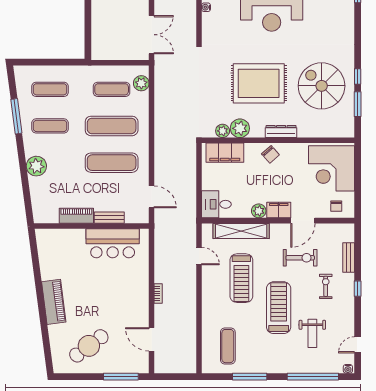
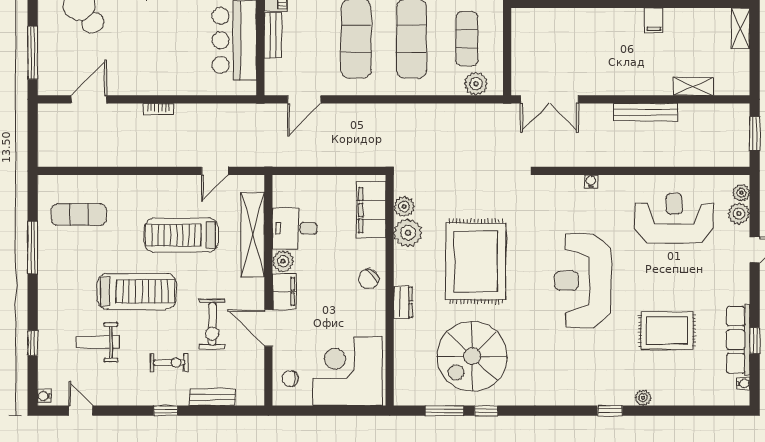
spiral stairs: (322, 86) -> (472, 356), turned 180
dresser: (281, 132) -> (403, 302), width x0.70
desk: (216, 204) -> (295, 228), moved, turned -90
window: (313, 377) -> (33, 343), width x0.32

